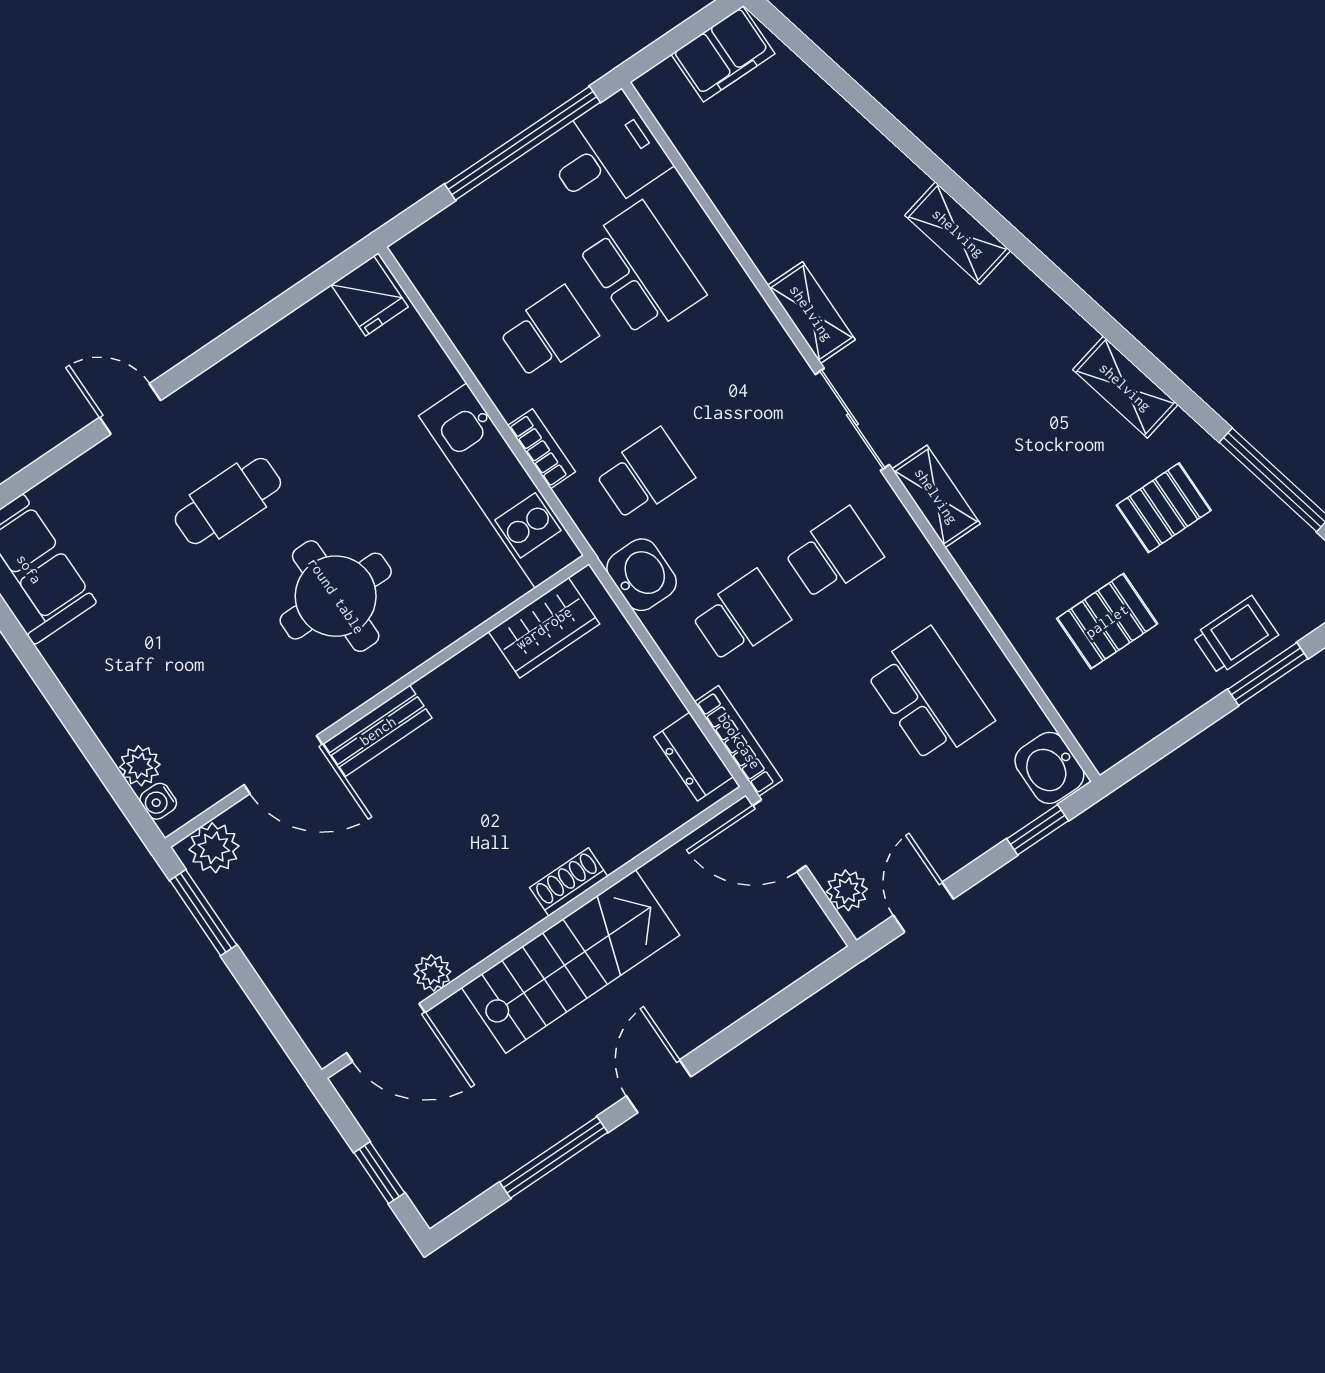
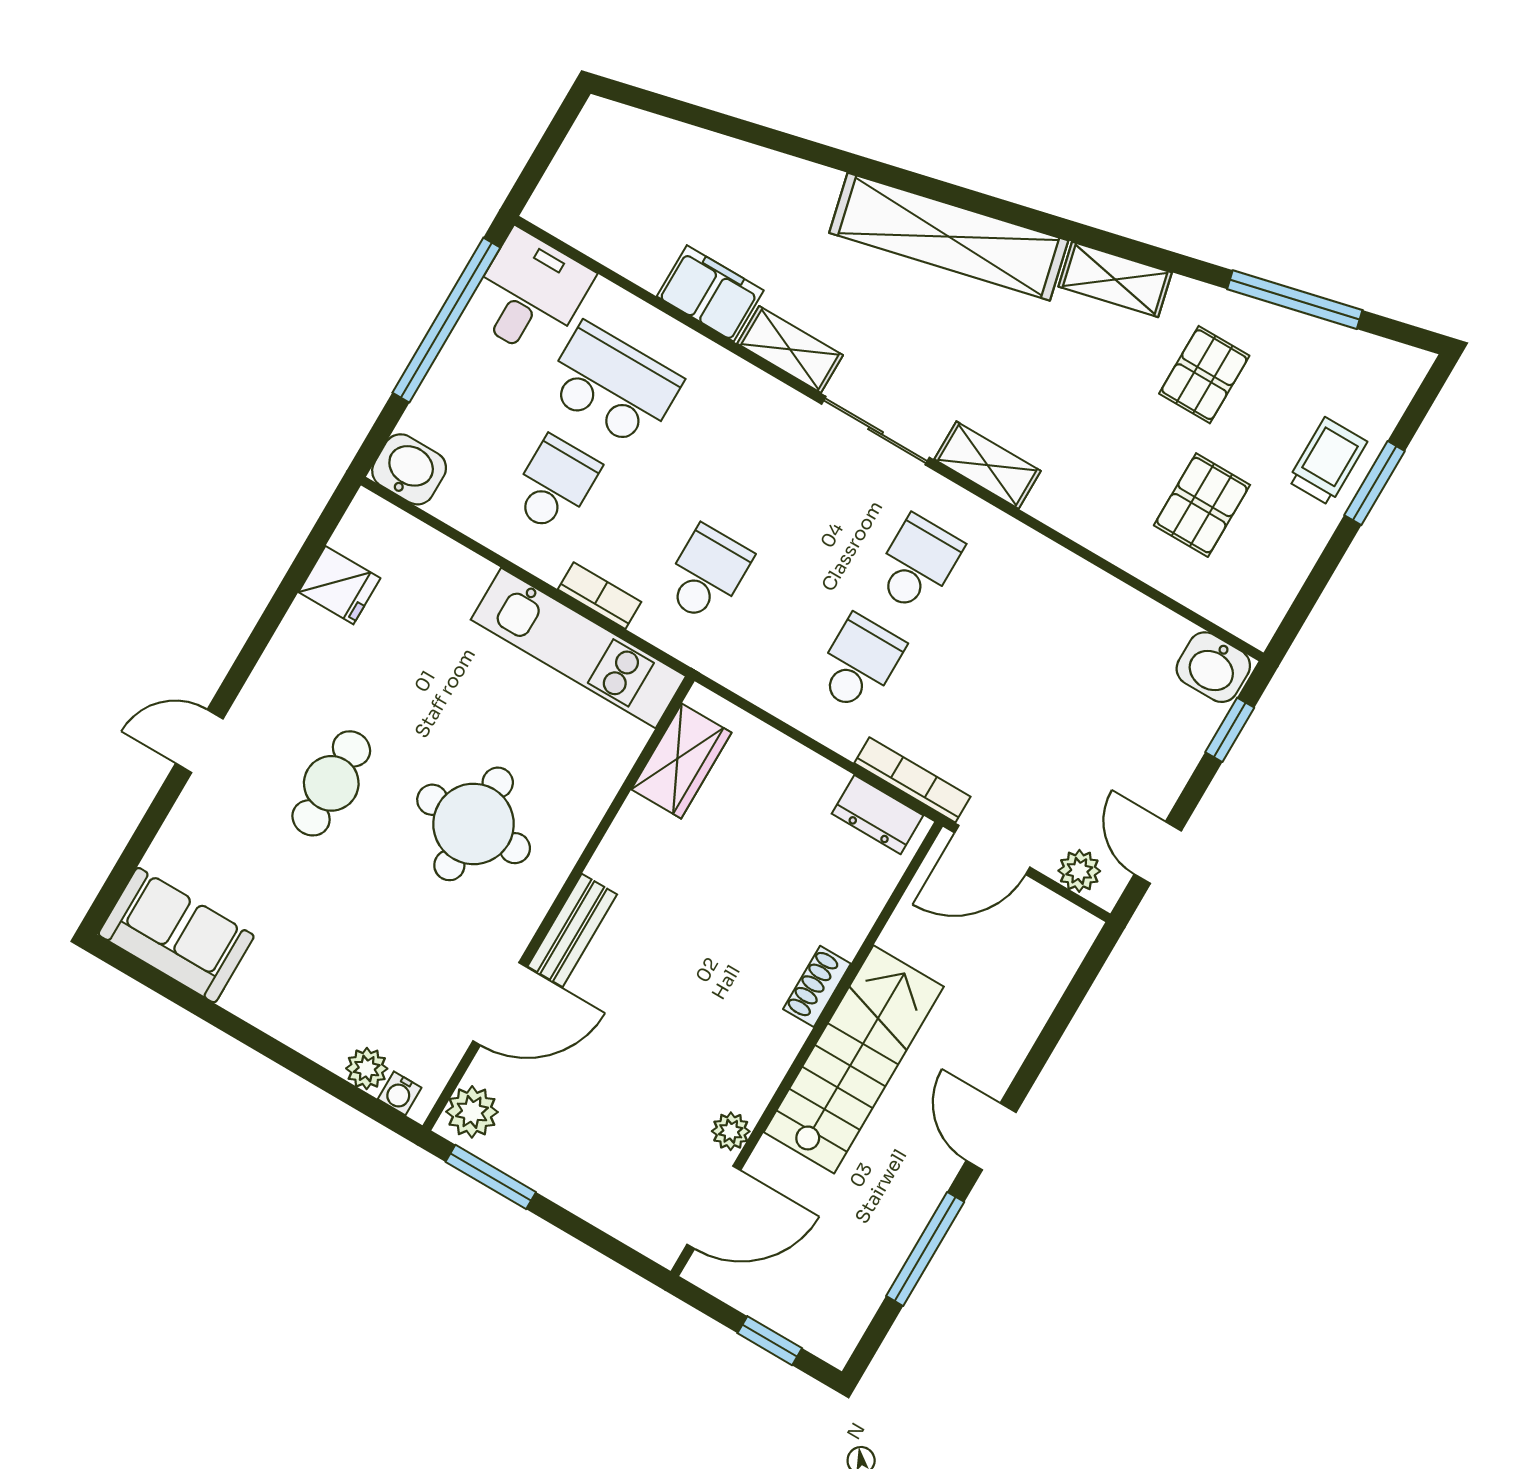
filing cabinet: (723, 54) -> (710, 293), moved, turned -90
shelving: (958, 233) -> (949, 237), width x2.20, depth x1.33
fridge: (370, 296) -> (339, 585), moved
washbasin: (642, 575) -> (409, 469), moved
school desk: (930, 696) -> (1070, 653), removed

